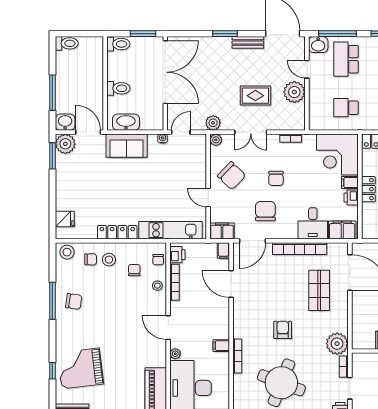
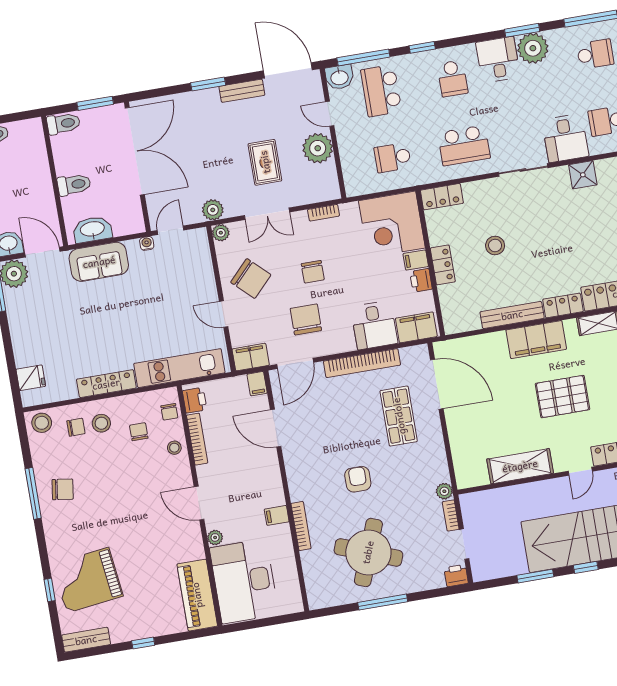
rug: (255, 96) -> (265, 162), turned 90
plant: (337, 344) -> (444, 491), width x0.53, depth x0.53

